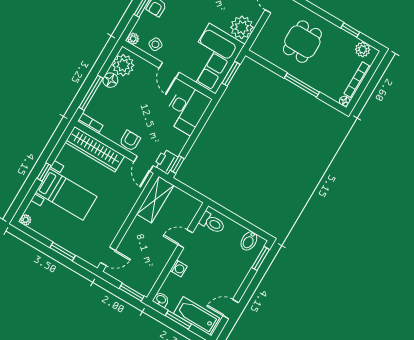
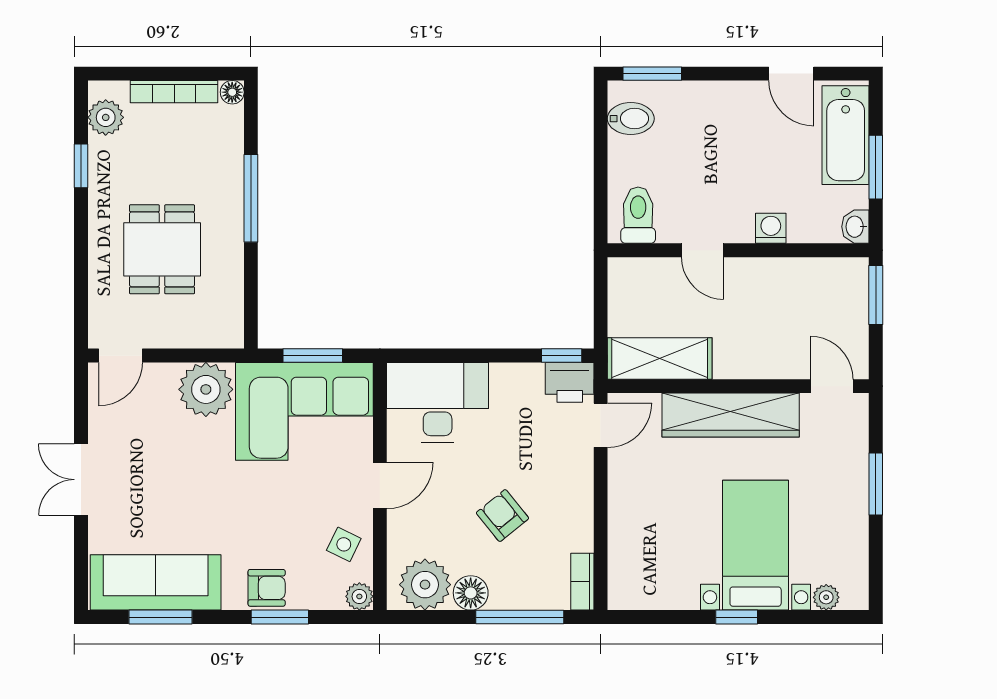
dining table: (302, 42) -> (162, 249), turned 90
armchair: (130, 141) -> (503, 516), moved, turned 51
wardrobe: (95, 149) -> (731, 415), moved, turned 90
plant: (26, 220) -> (826, 597), moved

